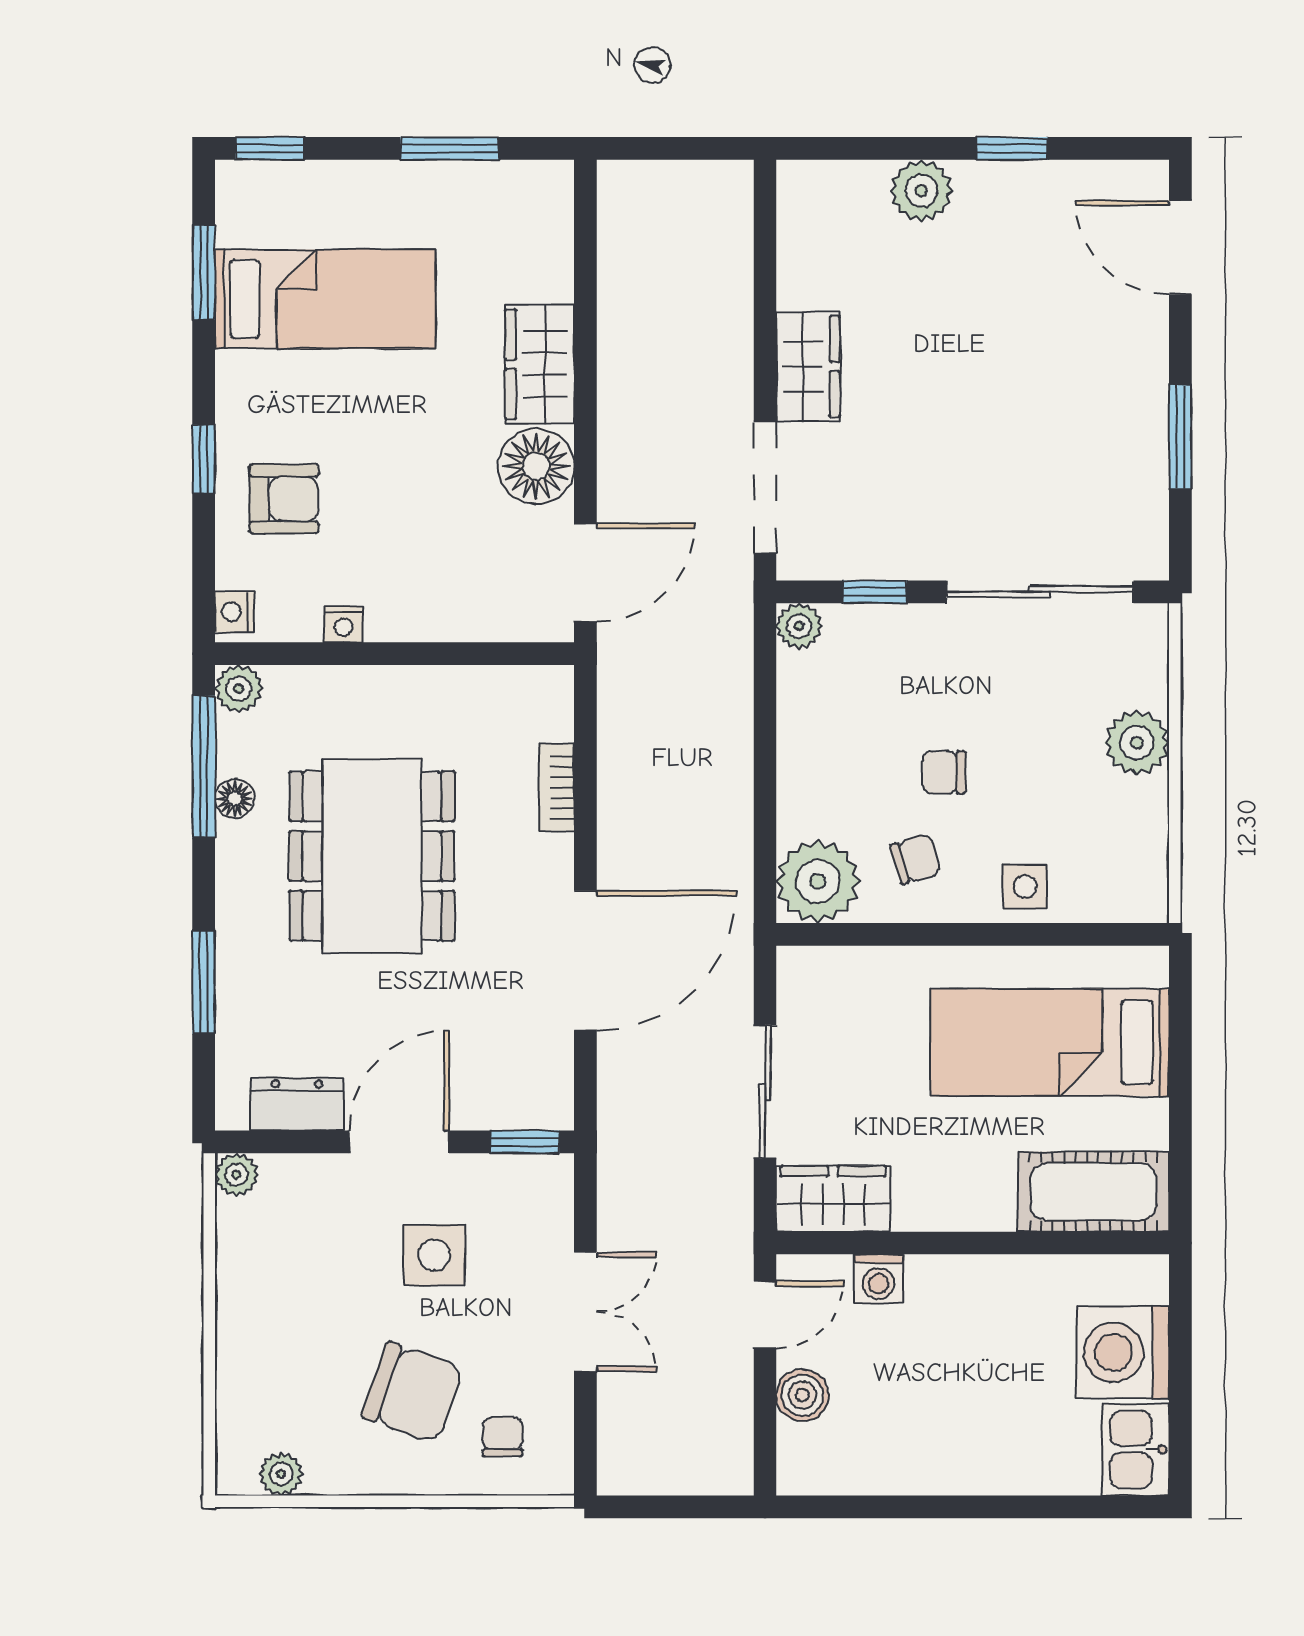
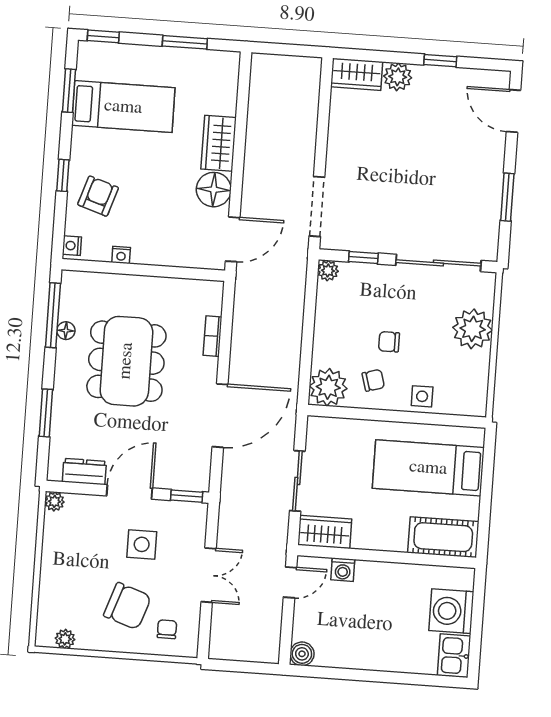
wardrobe: (808, 367) -> (357, 74), moved, turned 90
armchair: (284, 499) -> (98, 196), turned -72
plant: (239, 689) -> (71, 281), removed
plant: (1137, 743) -> (473, 329), width x1.36, depth x1.36
boiler: (802, 1395) -> (302, 654), moved

